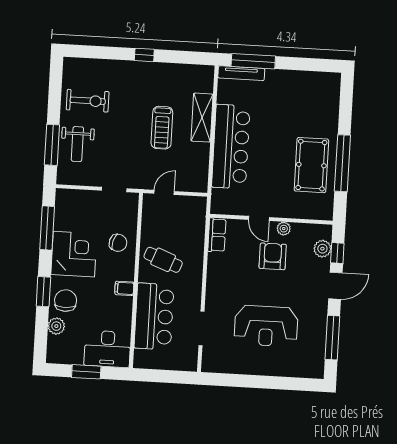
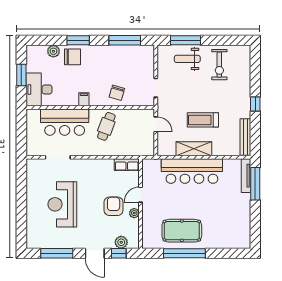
bench: (188, 71) -> (245, 137), added
shelving: (202, 118) -> (194, 149), moved
corner desk: (74, 254) -> (107, 61), removed
armchair: (273, 256) -> (114, 206), turned -90

